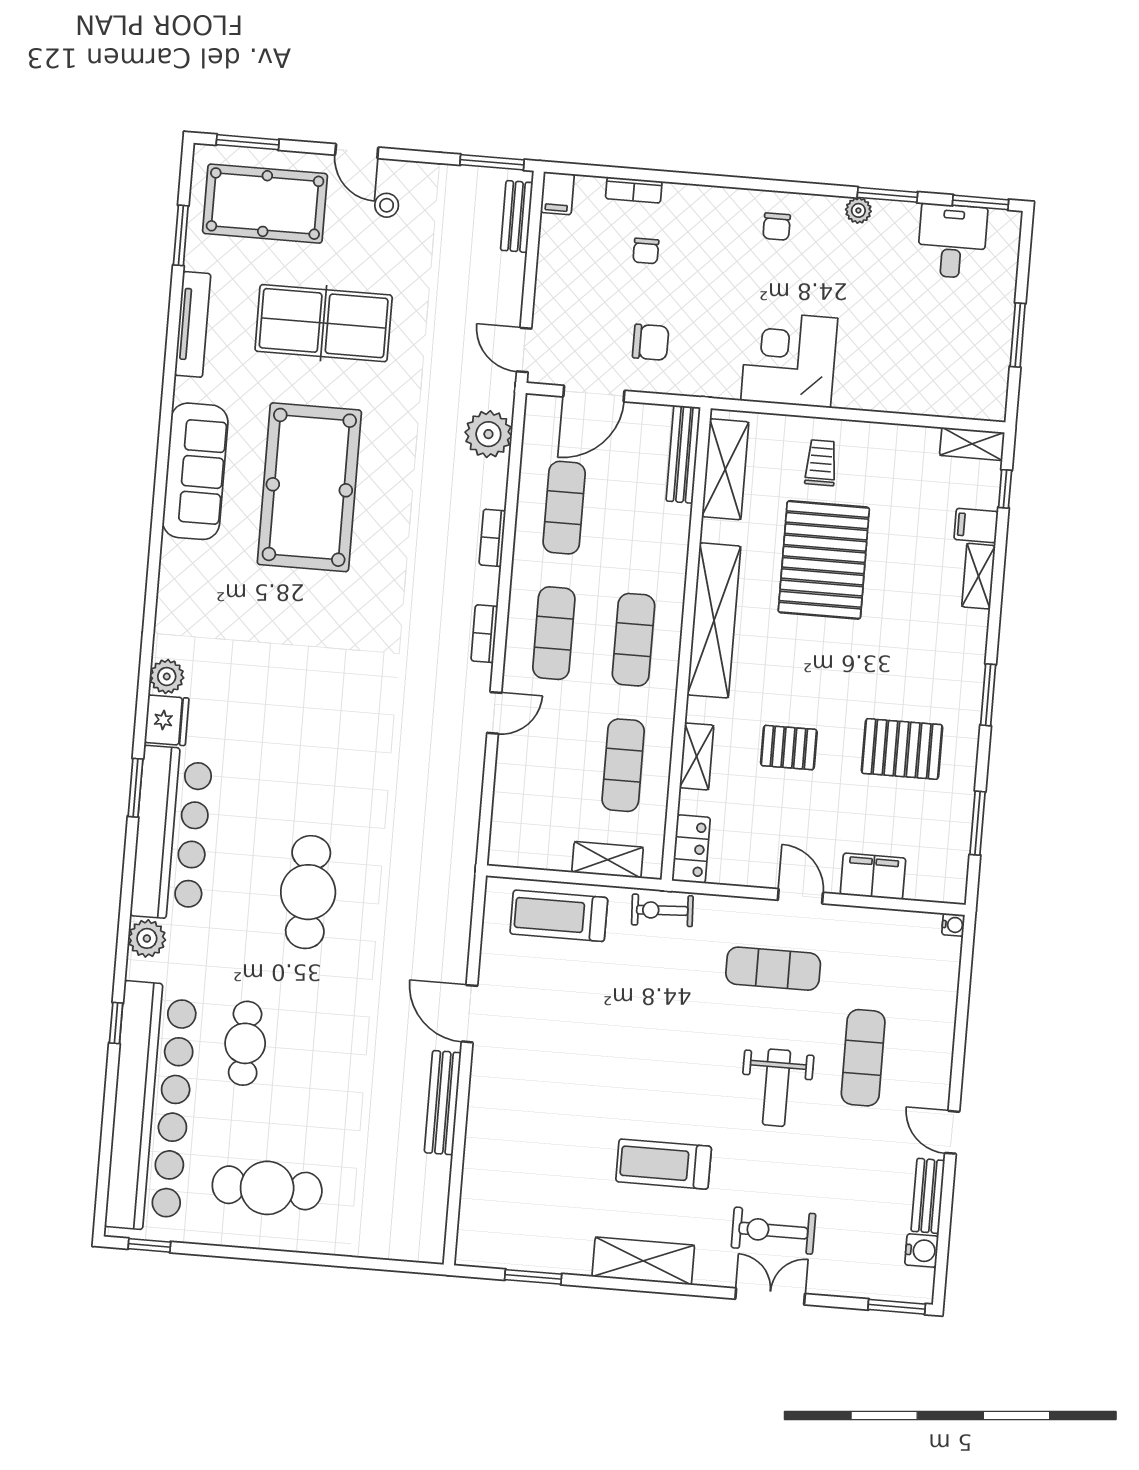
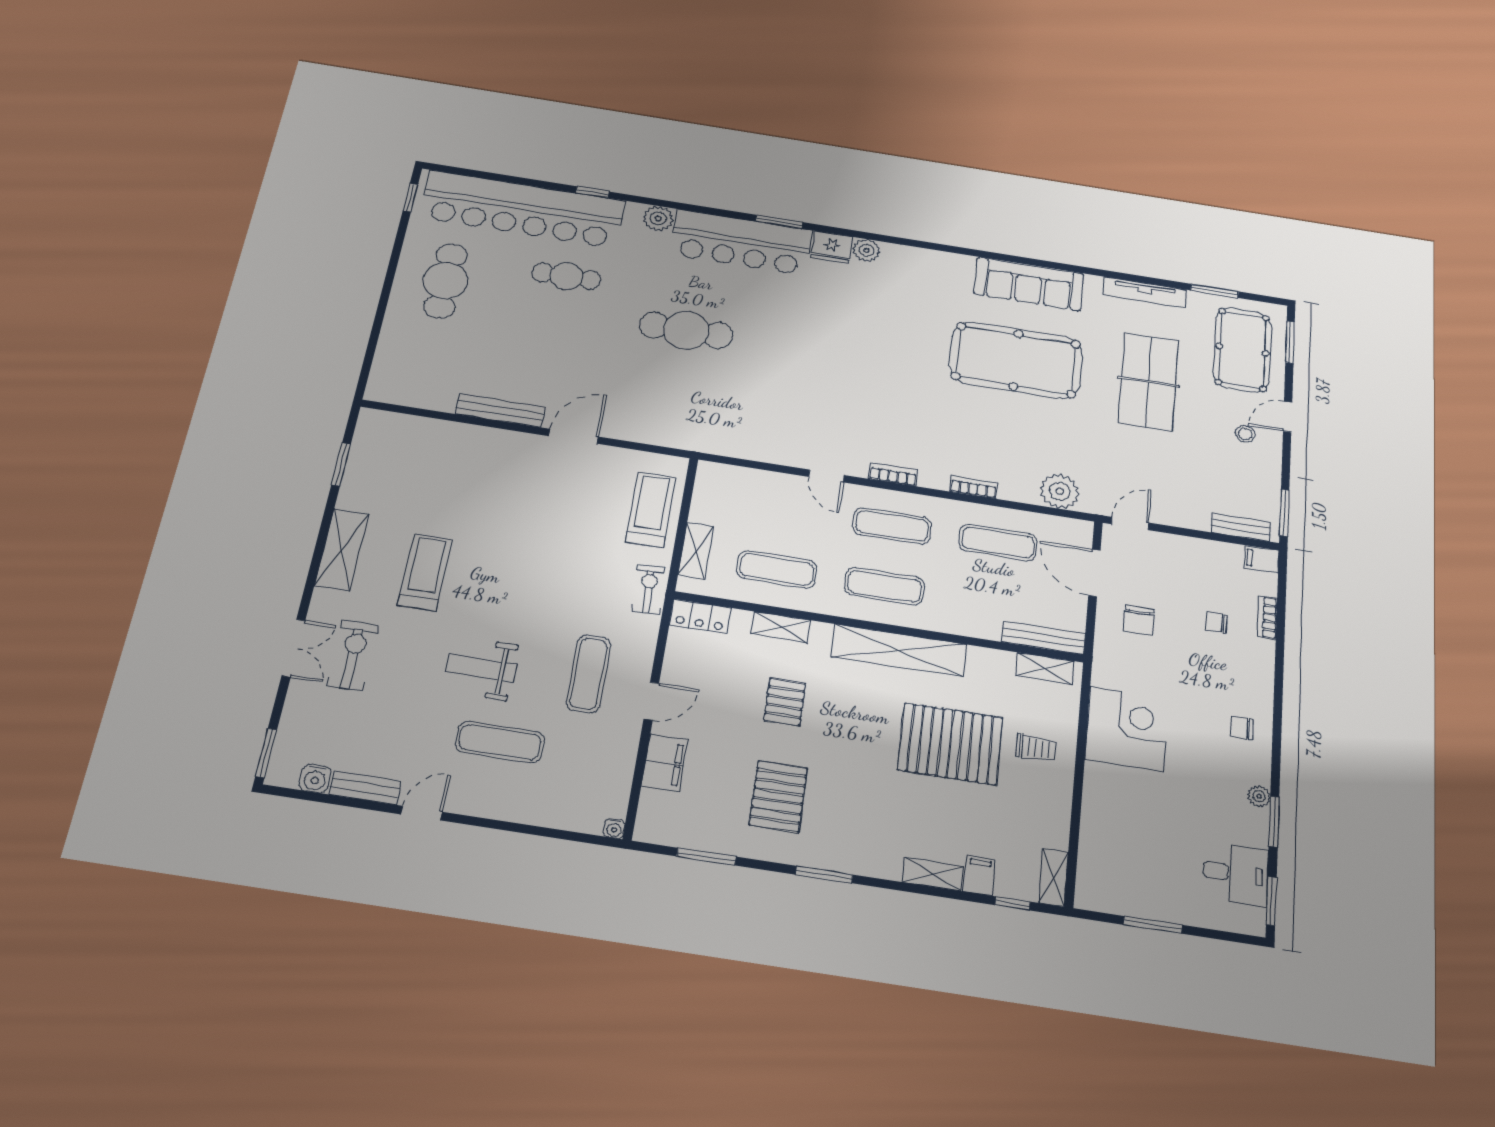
shelving: (725, 469) -> (1045, 668), width x0.67, depth x0.75

